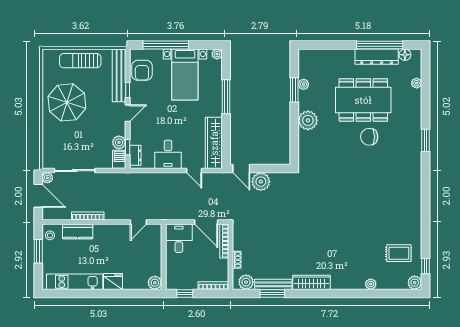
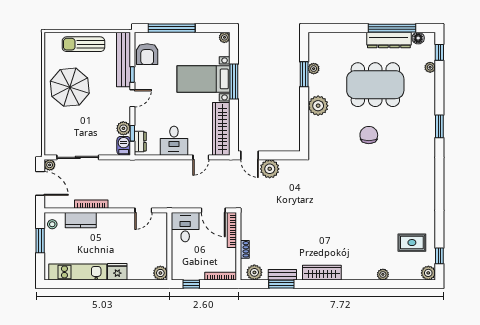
window: (426, 69) -> (439, 52), added
bed with nightstands: (185, 75) -> (203, 79), moved, turned 90
chair: (369, 137) -> (369, 135), moved, turned 89
door: (194, 171) -> (201, 157), hinge flipped
bench: (273, 284) -> (282, 275), width x0.73

